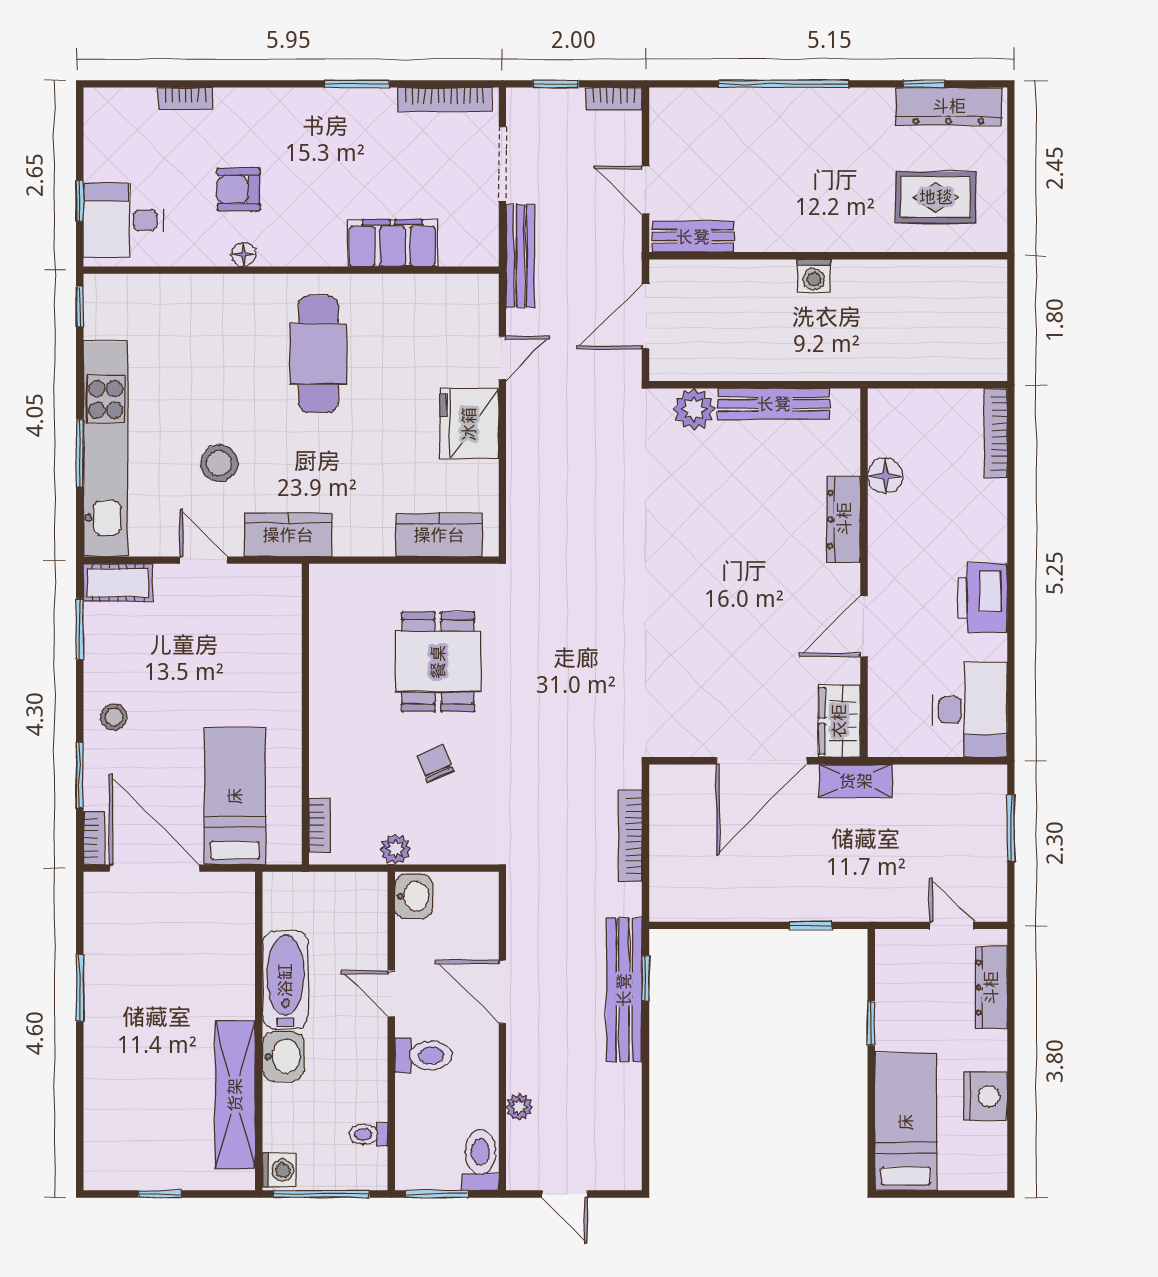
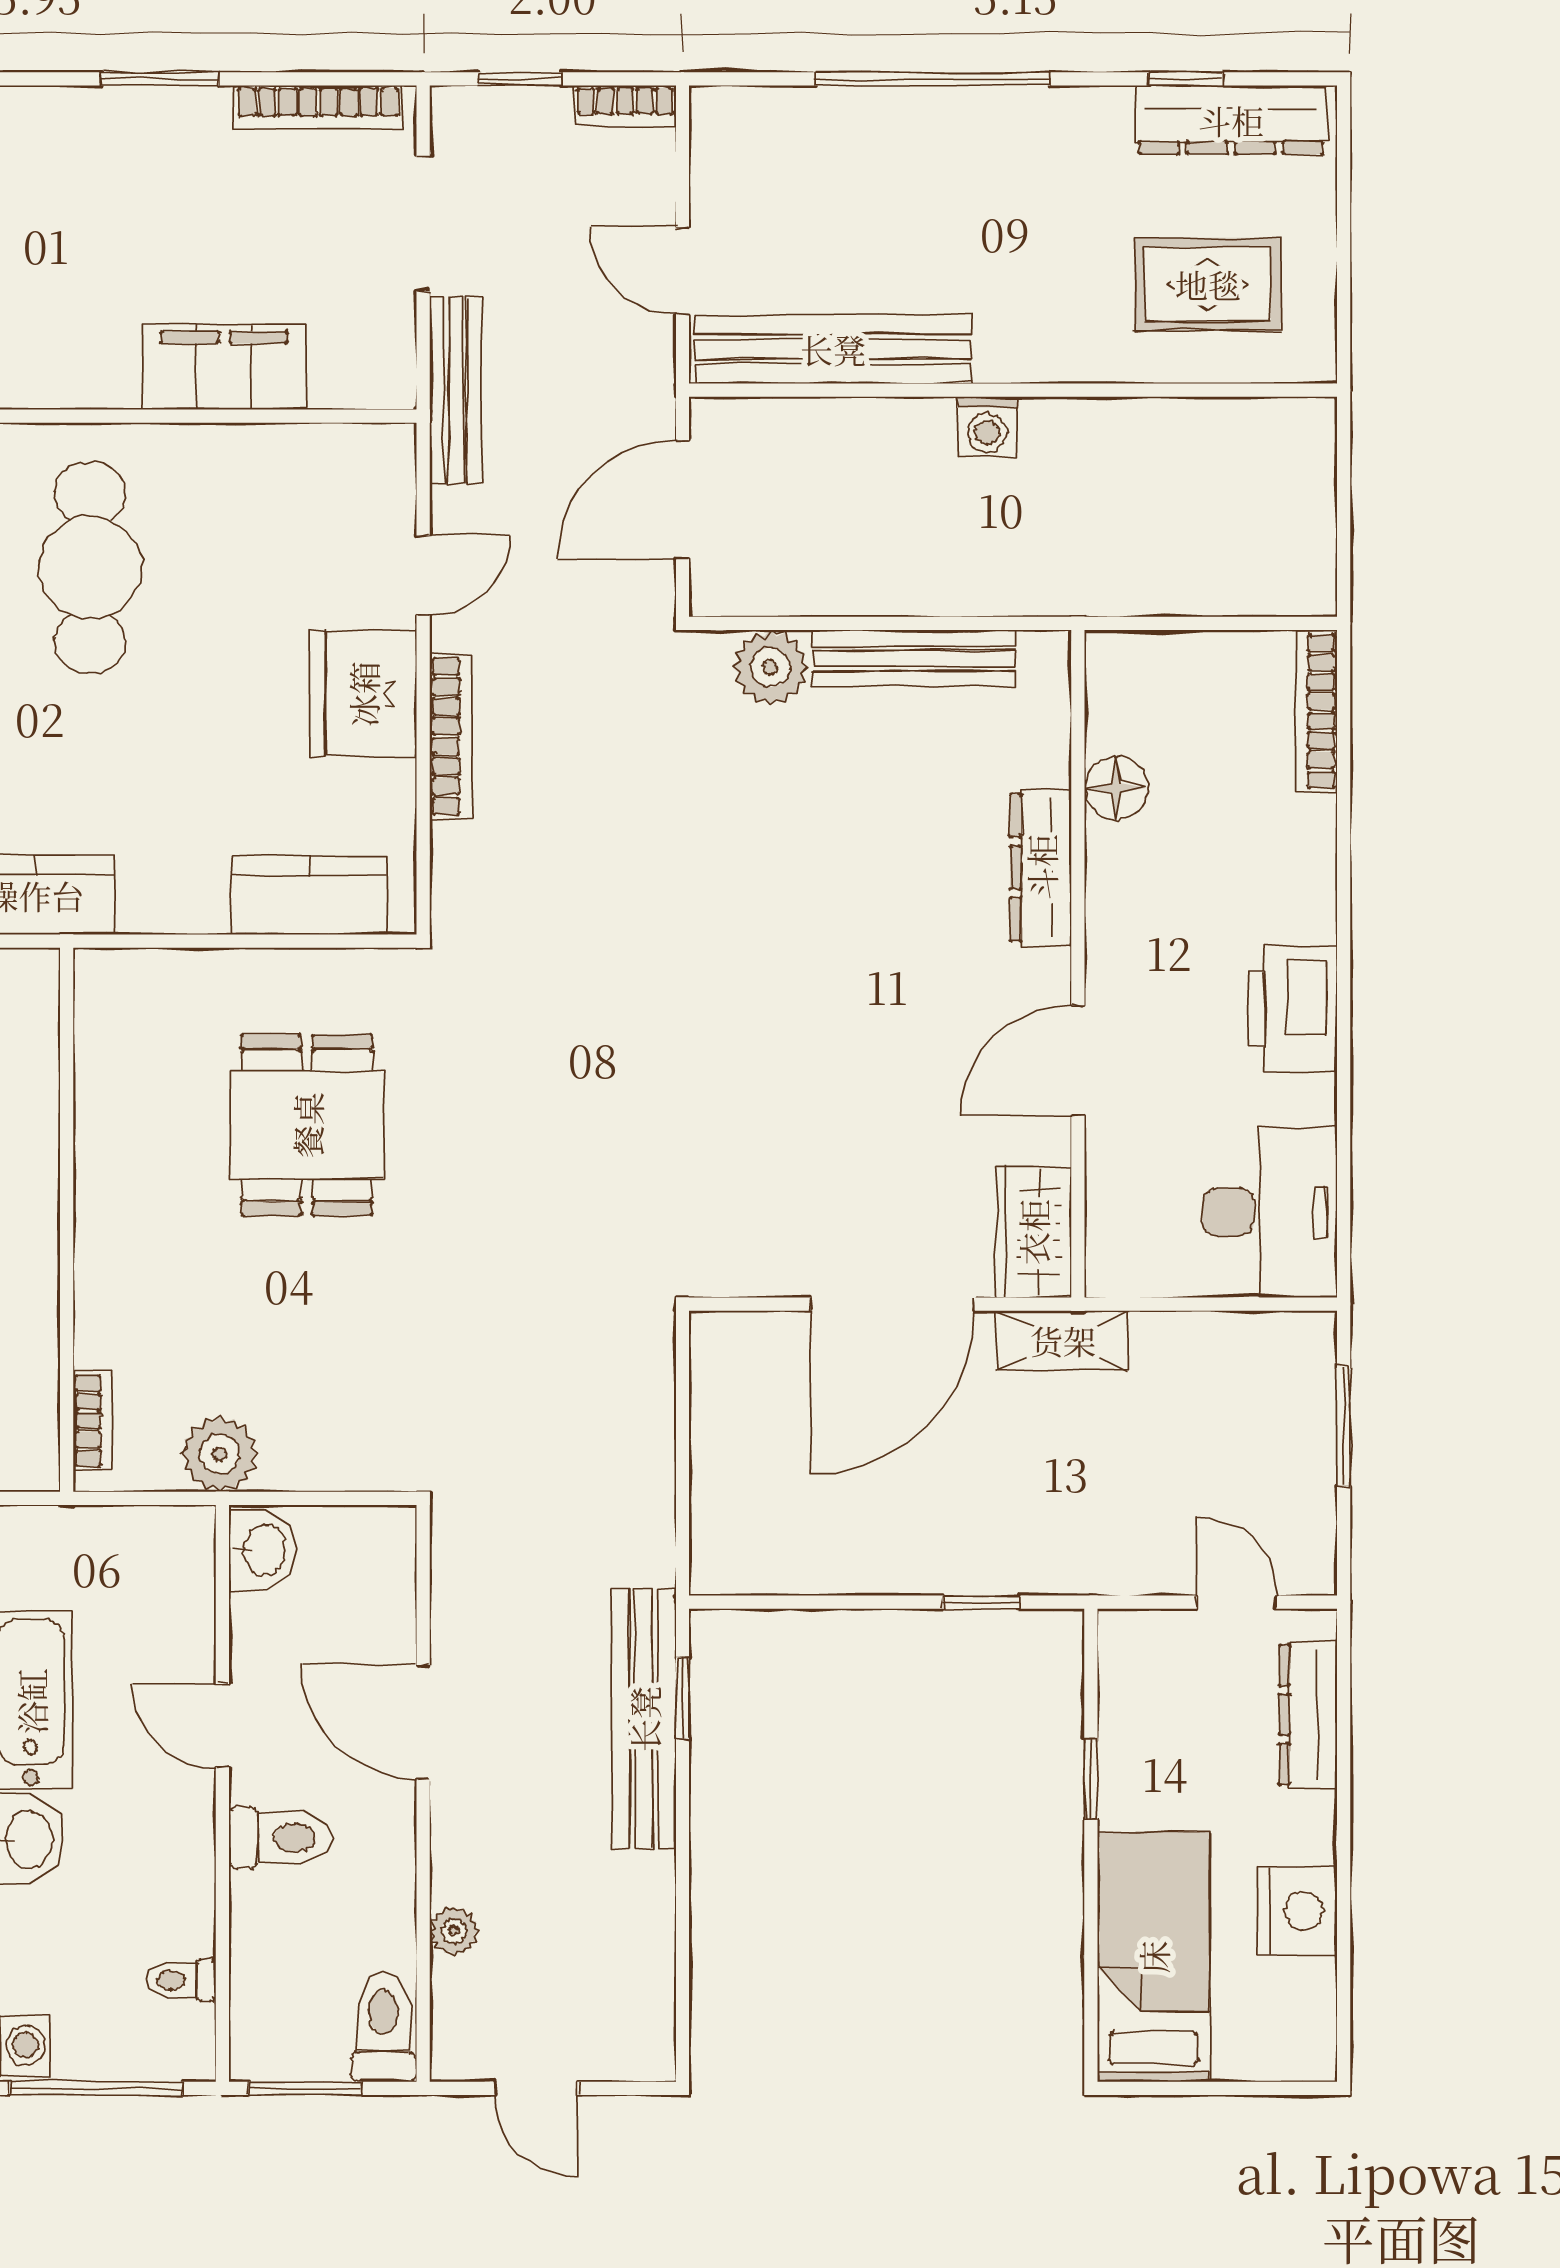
bench: (693, 237) -> (833, 349), width x1.86, depth x1.21
chair: (435, 764) -> (302, 1309), removed
bookcase: (630, 836) -> (451, 736), moved, turned 180
plant: (396, 849) -> (220, 1454), width x1.38, depth x1.38

